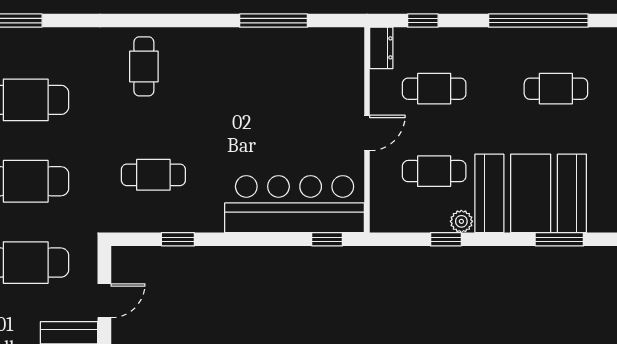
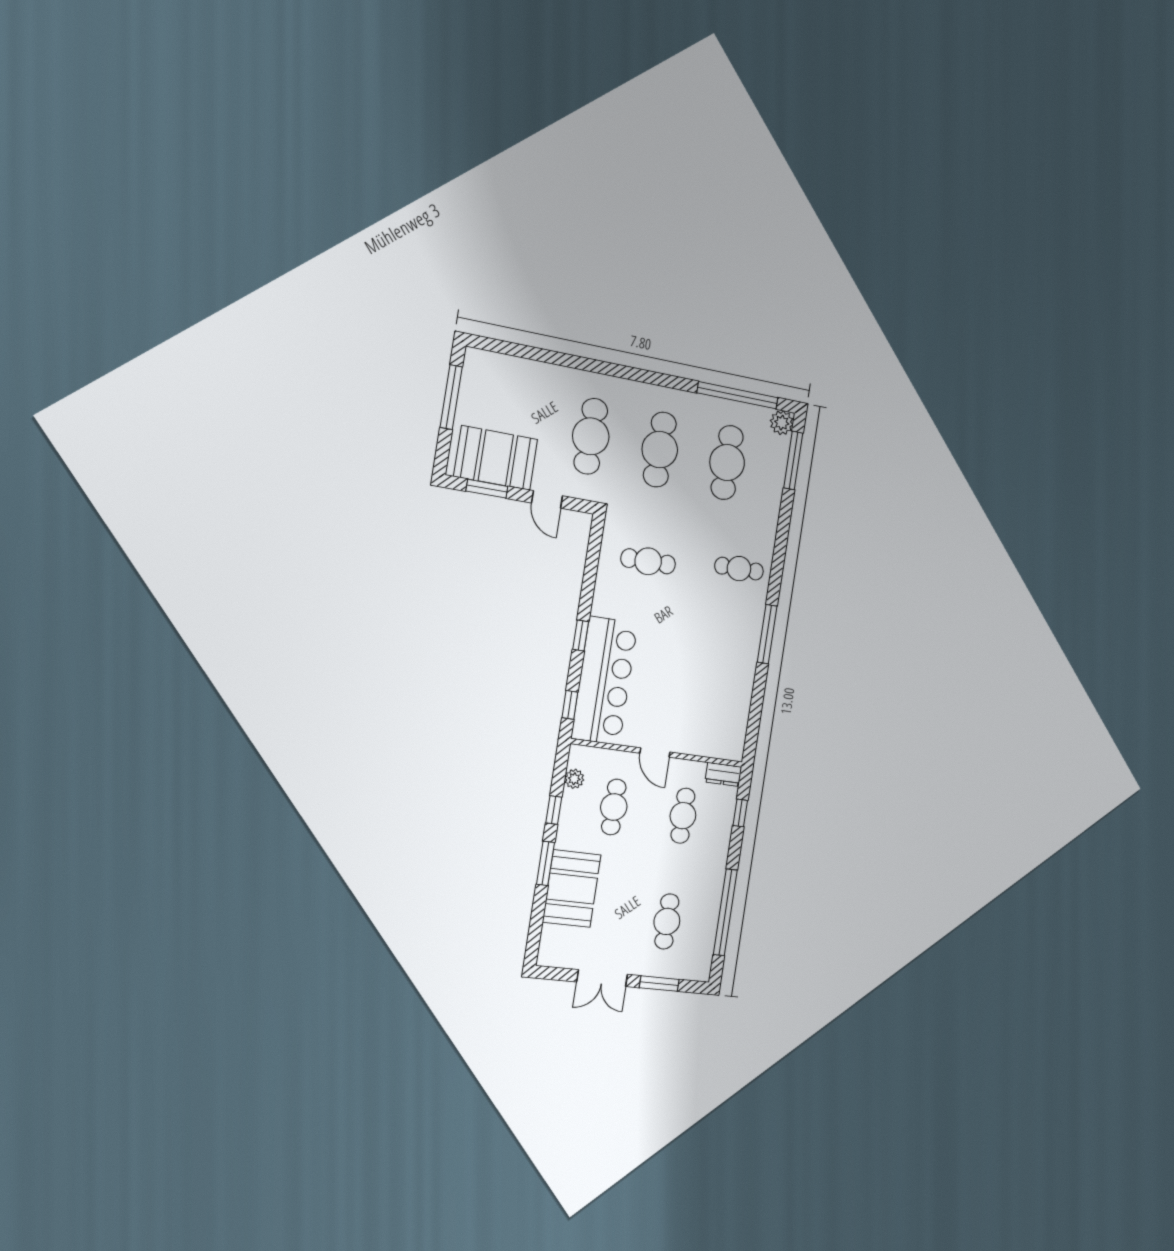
window: (273, 21) -> (767, 634), moved
cafe table: (153, 175) -> (648, 561), turned 90
booth: (531, 193) -> (572, 889), width x0.73, depth x0.70
plant: (461, 221) -> (574, 779), moved
window: (178, 239) -> (581, 636), moved
window: (559, 239) -> (545, 863), moved

